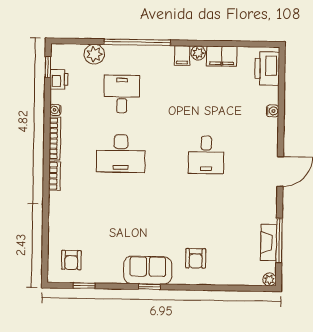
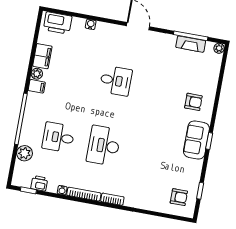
desk: (121, 153) -> (104, 146), turned 180

